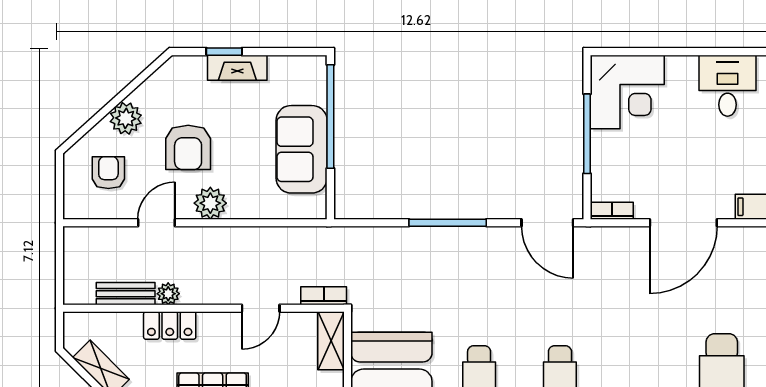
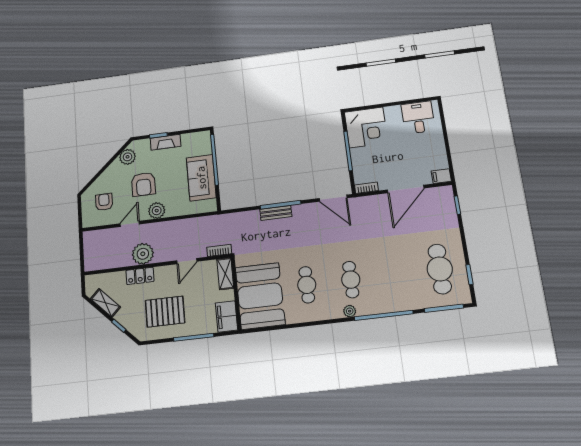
plant: (126, 118) -> (128, 157), moved
bench: (126, 294) -> (276, 213), moved
plant: (168, 294) -> (143, 254), width x1.88, depth x1.88

